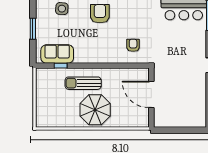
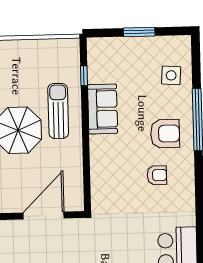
armchair: (133, 45) -> (157, 175), moved
sofa: (57, 54) -> (103, 109), moved

